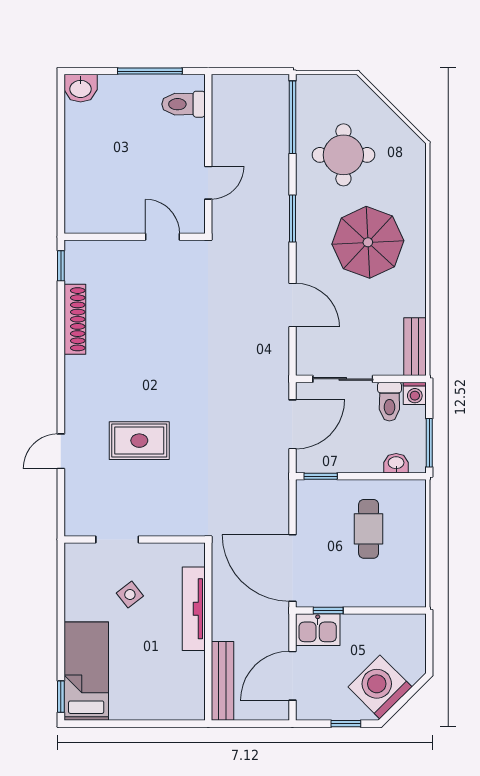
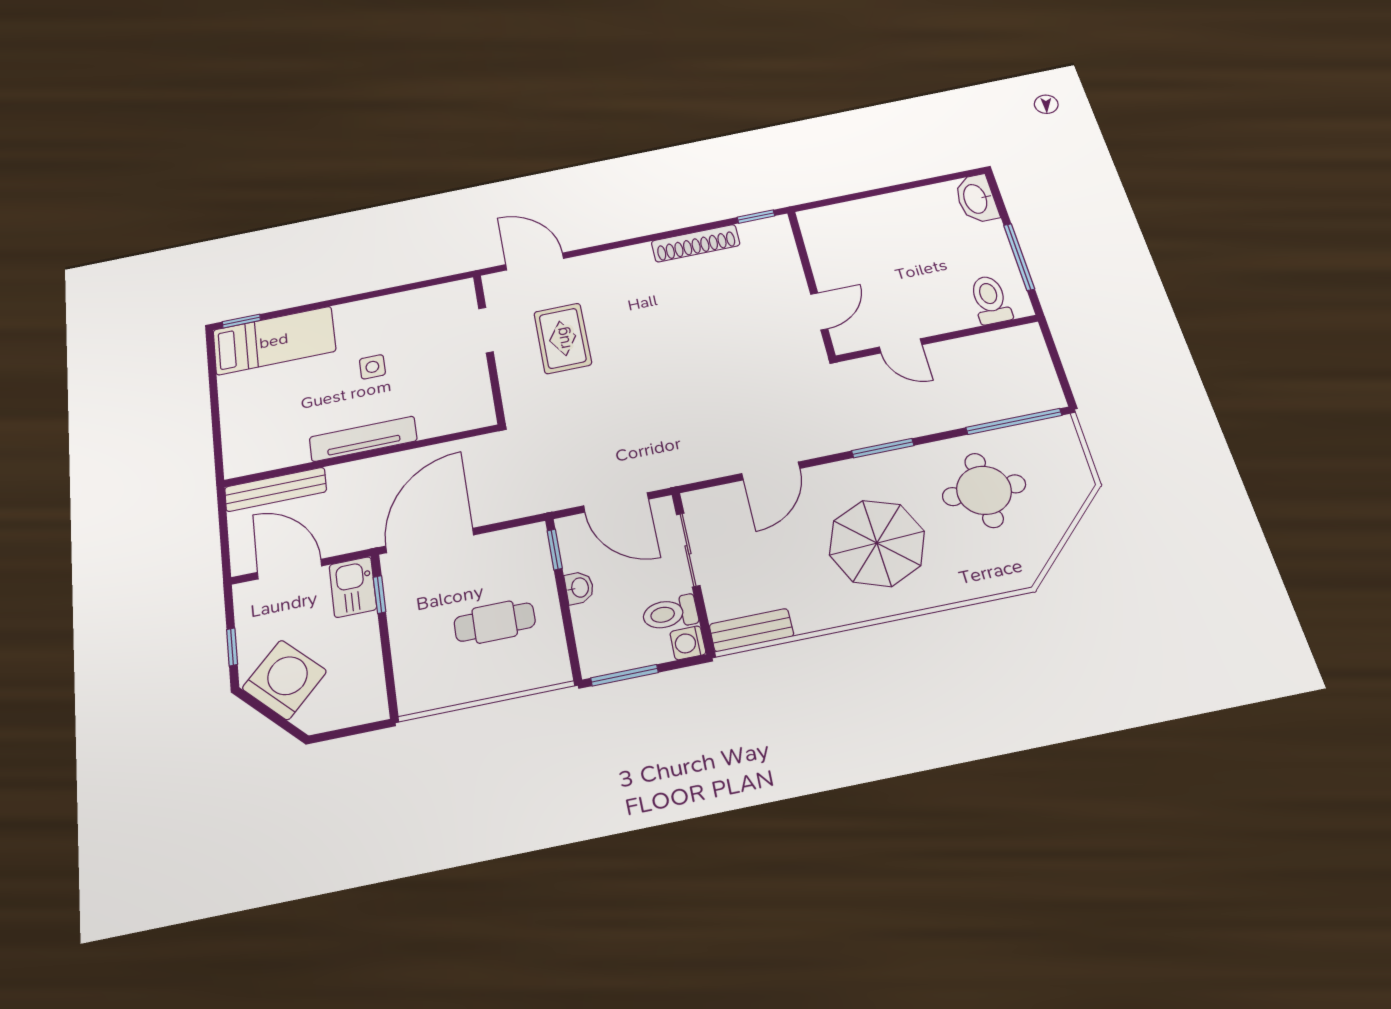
washbasin: (81, 88) -> (976, 199), width x1.38
door: (61, 451) -> (535, 262), width x1.38
washbasin: (396, 463) -> (579, 588), moved
doorway: (117, 539) -> (486, 330), moved
wall: (135, 539) -> (489, 348), moved
side table: (130, 595) -> (372, 367), turned 38

